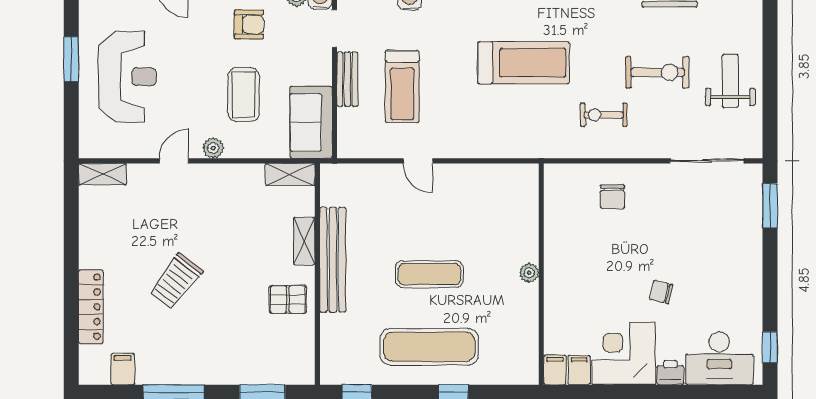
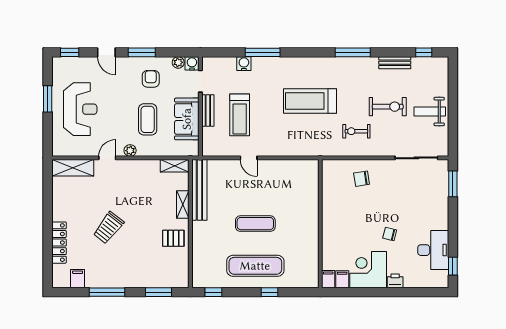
armchair: (249, 24) -> (151, 79), turned -90
treadmill: (524, 63) -> (310, 101), turned 180
weight bench: (730, 81) -> (430, 111), turned -90
sofa: (311, 122) -> (187, 119), moved
shelving: (103, 174) -> (73, 168), width x1.50, depth x1.33
chair: (612, 197) -> (362, 179), turned 81
bench: (333, 260) -> (199, 190), moved
plant: (529, 273) -> (313, 223), removed
desk: (719, 358) -> (433, 250), moved, turned -90

